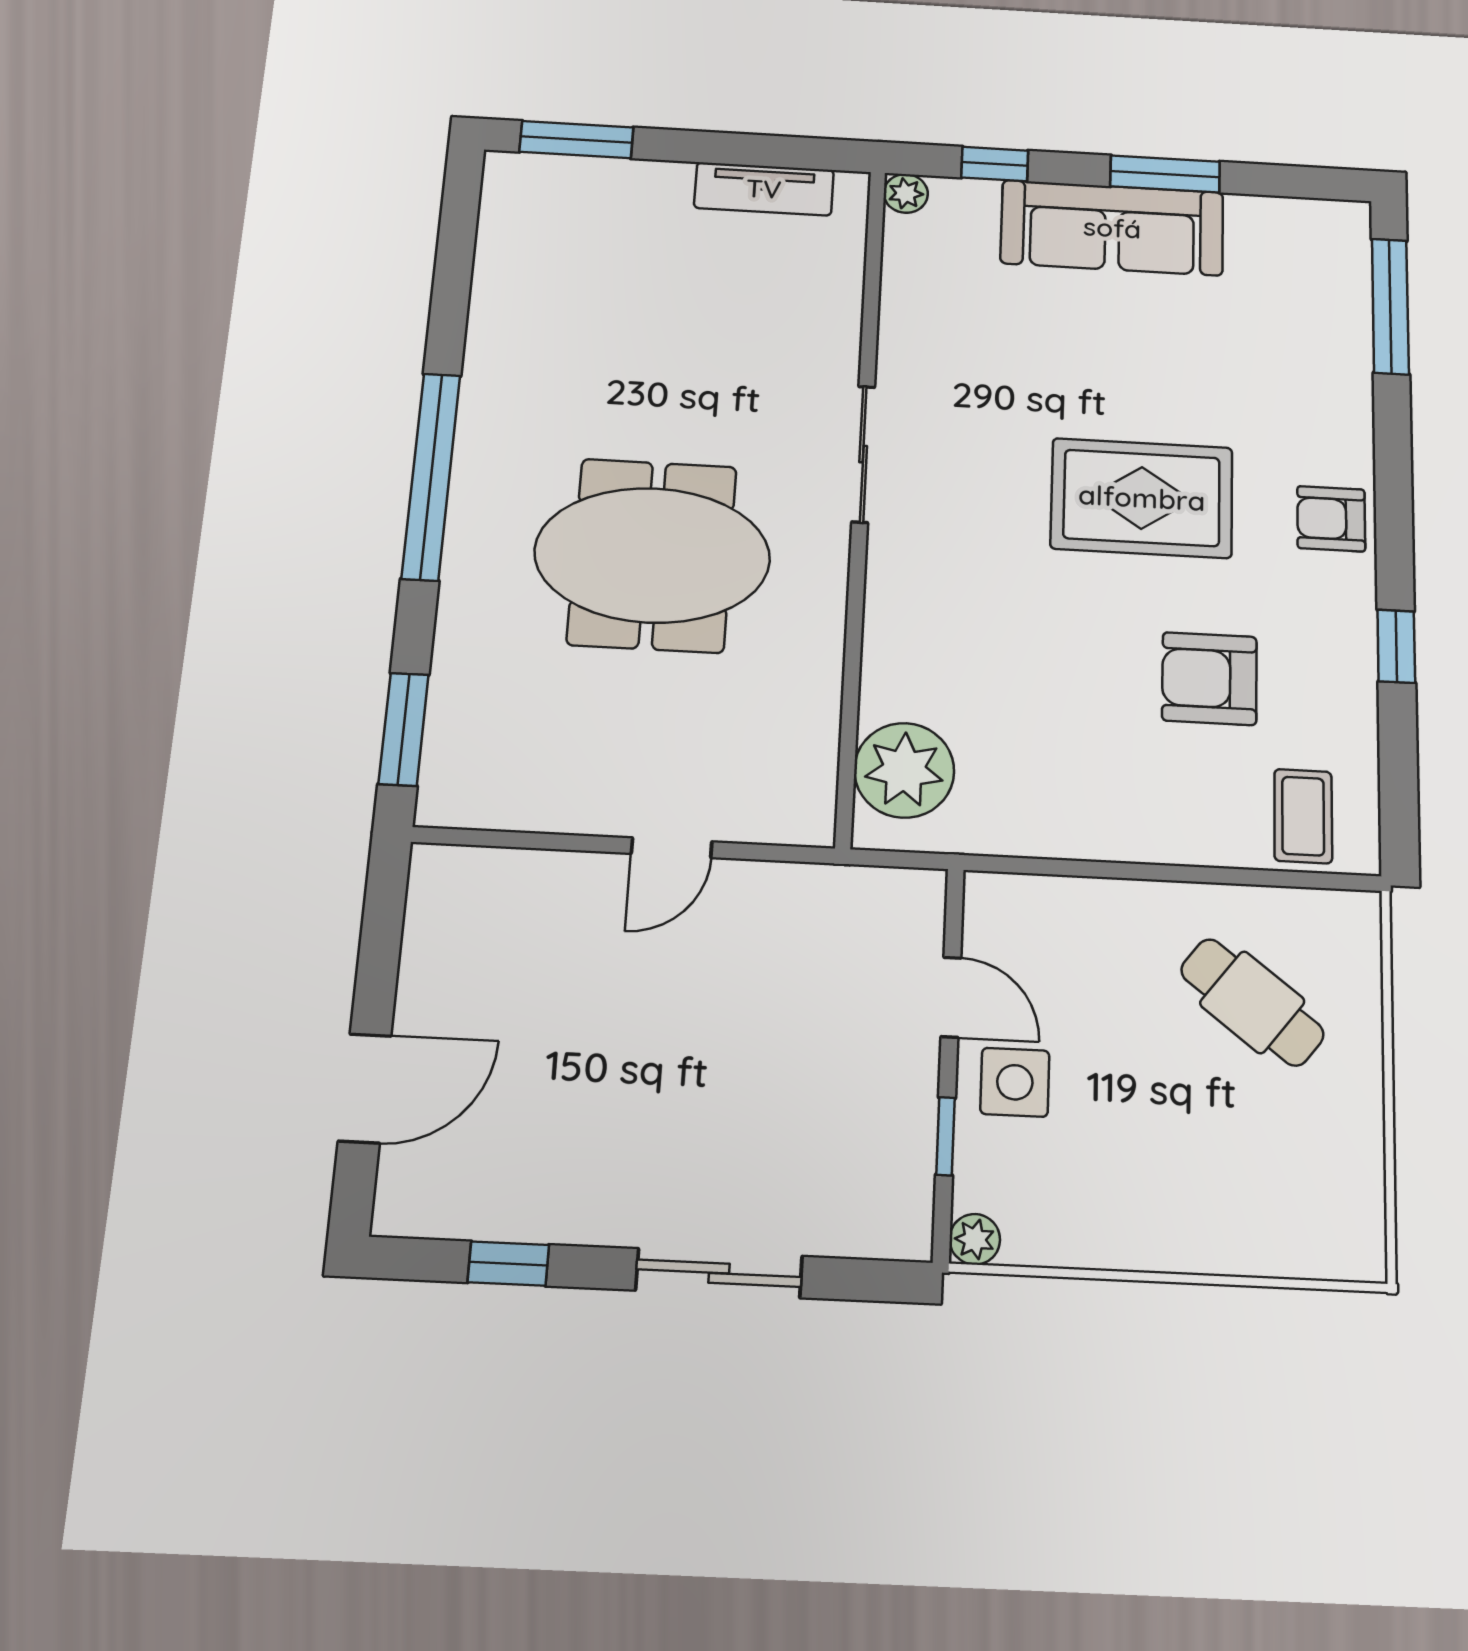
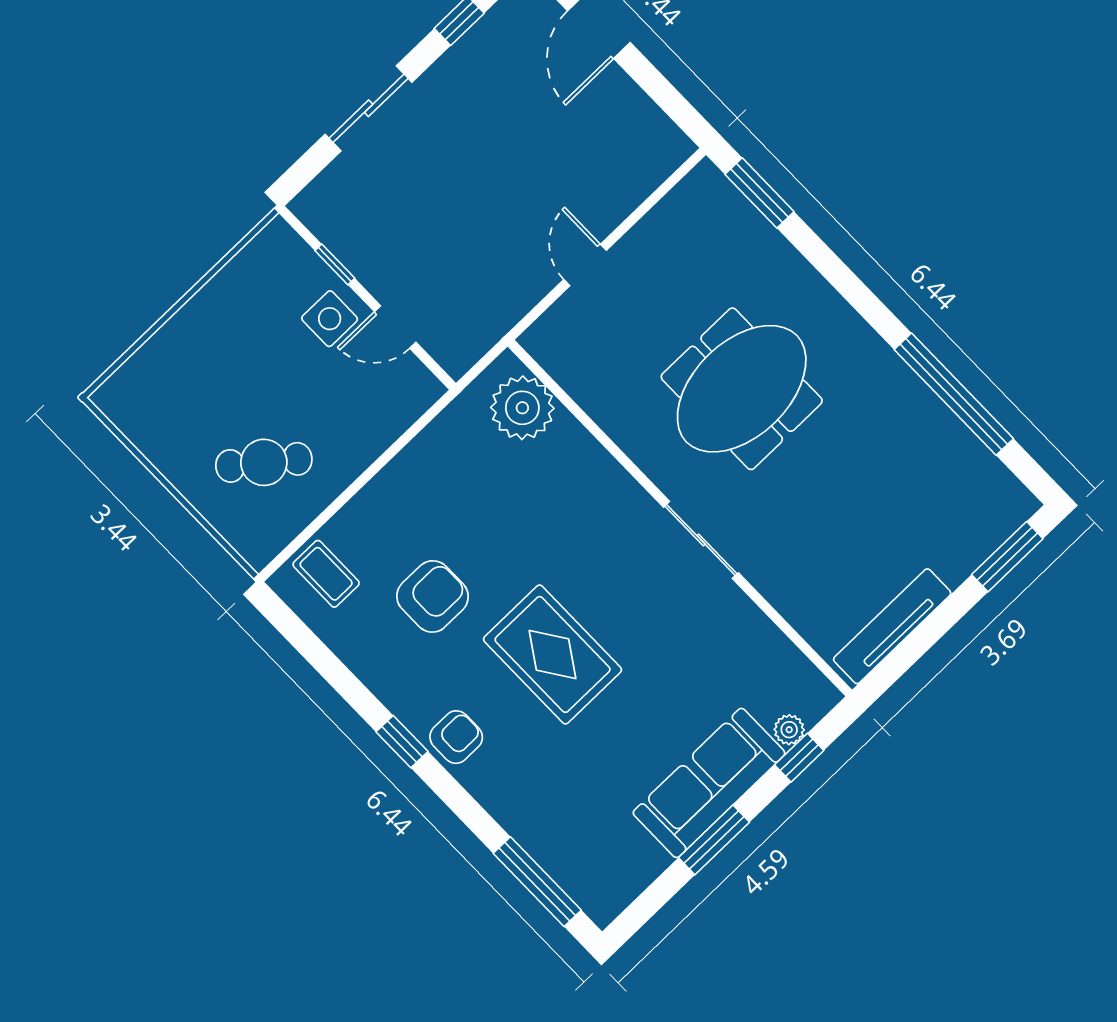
tv unit: (764, 189) -> (892, 626), width x1.41
plant: (906, 193) -> (789, 730), moved
window: (431, 476) -> (954, 394), moved
rug: (1142, 498) -> (553, 654), turned 90
window: (1396, 646) -> (402, 742), moved
plant: (975, 1239) -> (278, 234), removed

